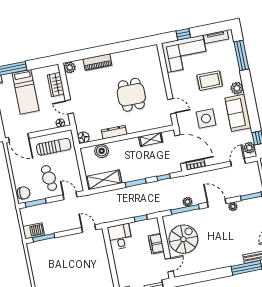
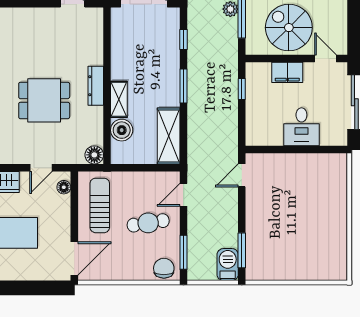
dining table: (131, 95) -> (44, 100), moved
dresser: (114, 132) -> (96, 86), moved
shelving: (151, 139) -> (119, 99), moved
desk: (120, 237) -> (301, 127), moved, turned -90

